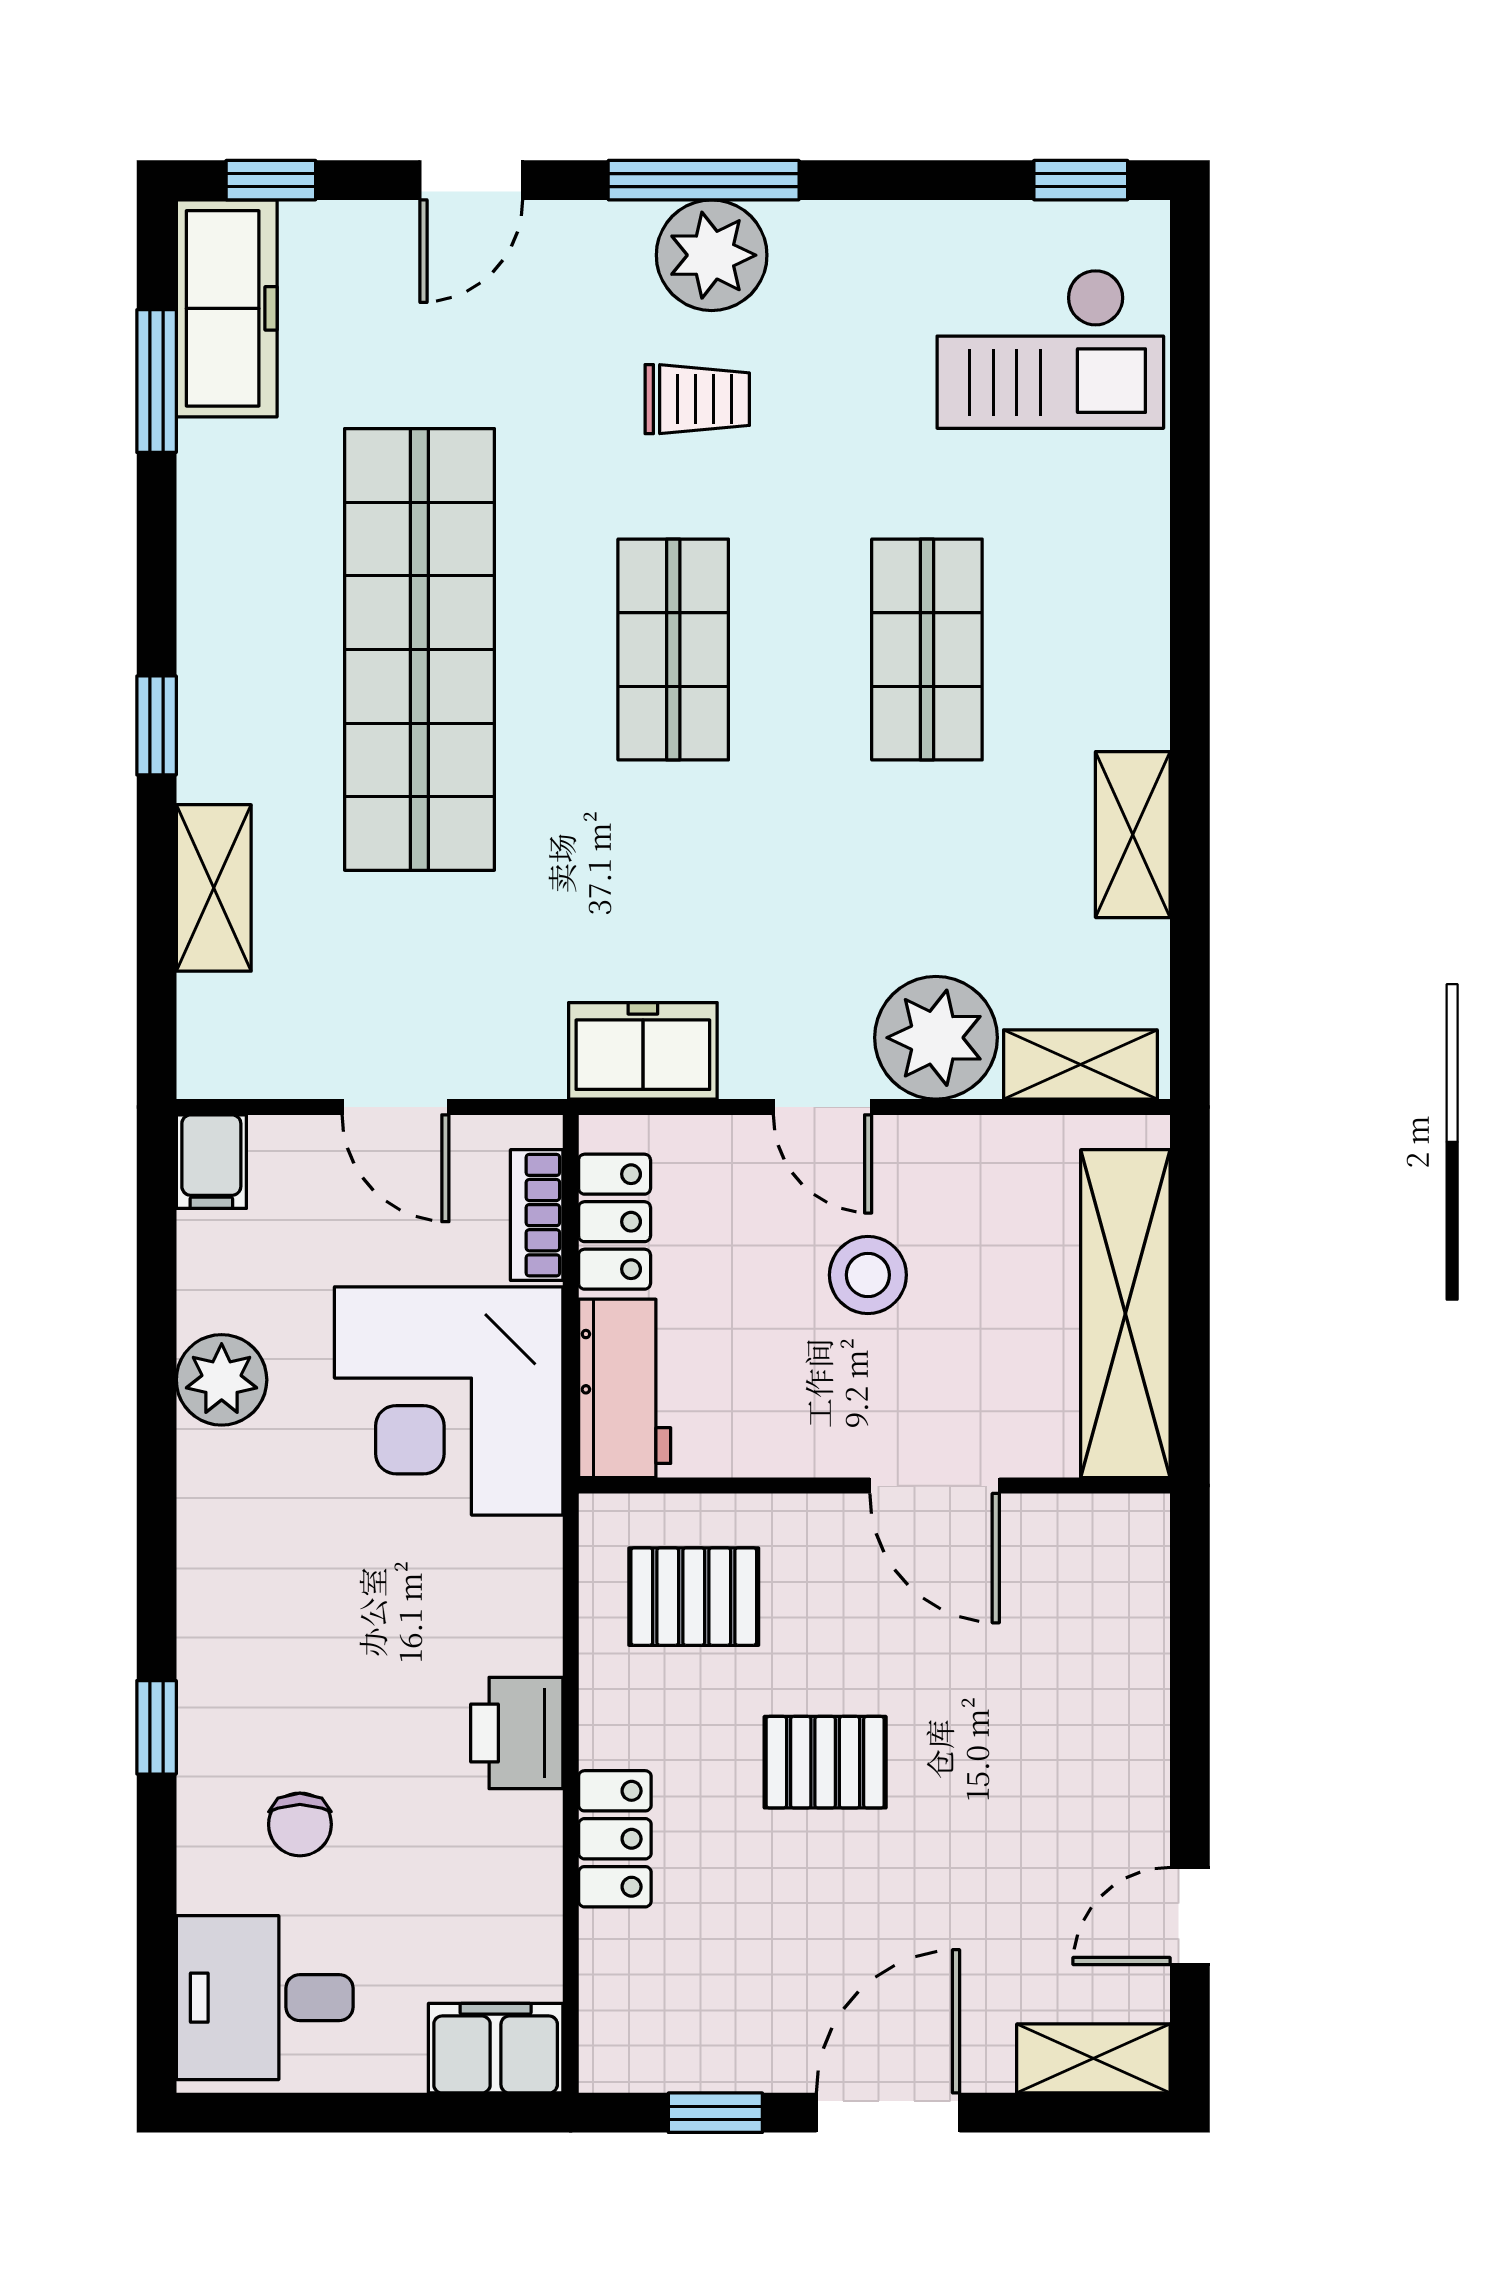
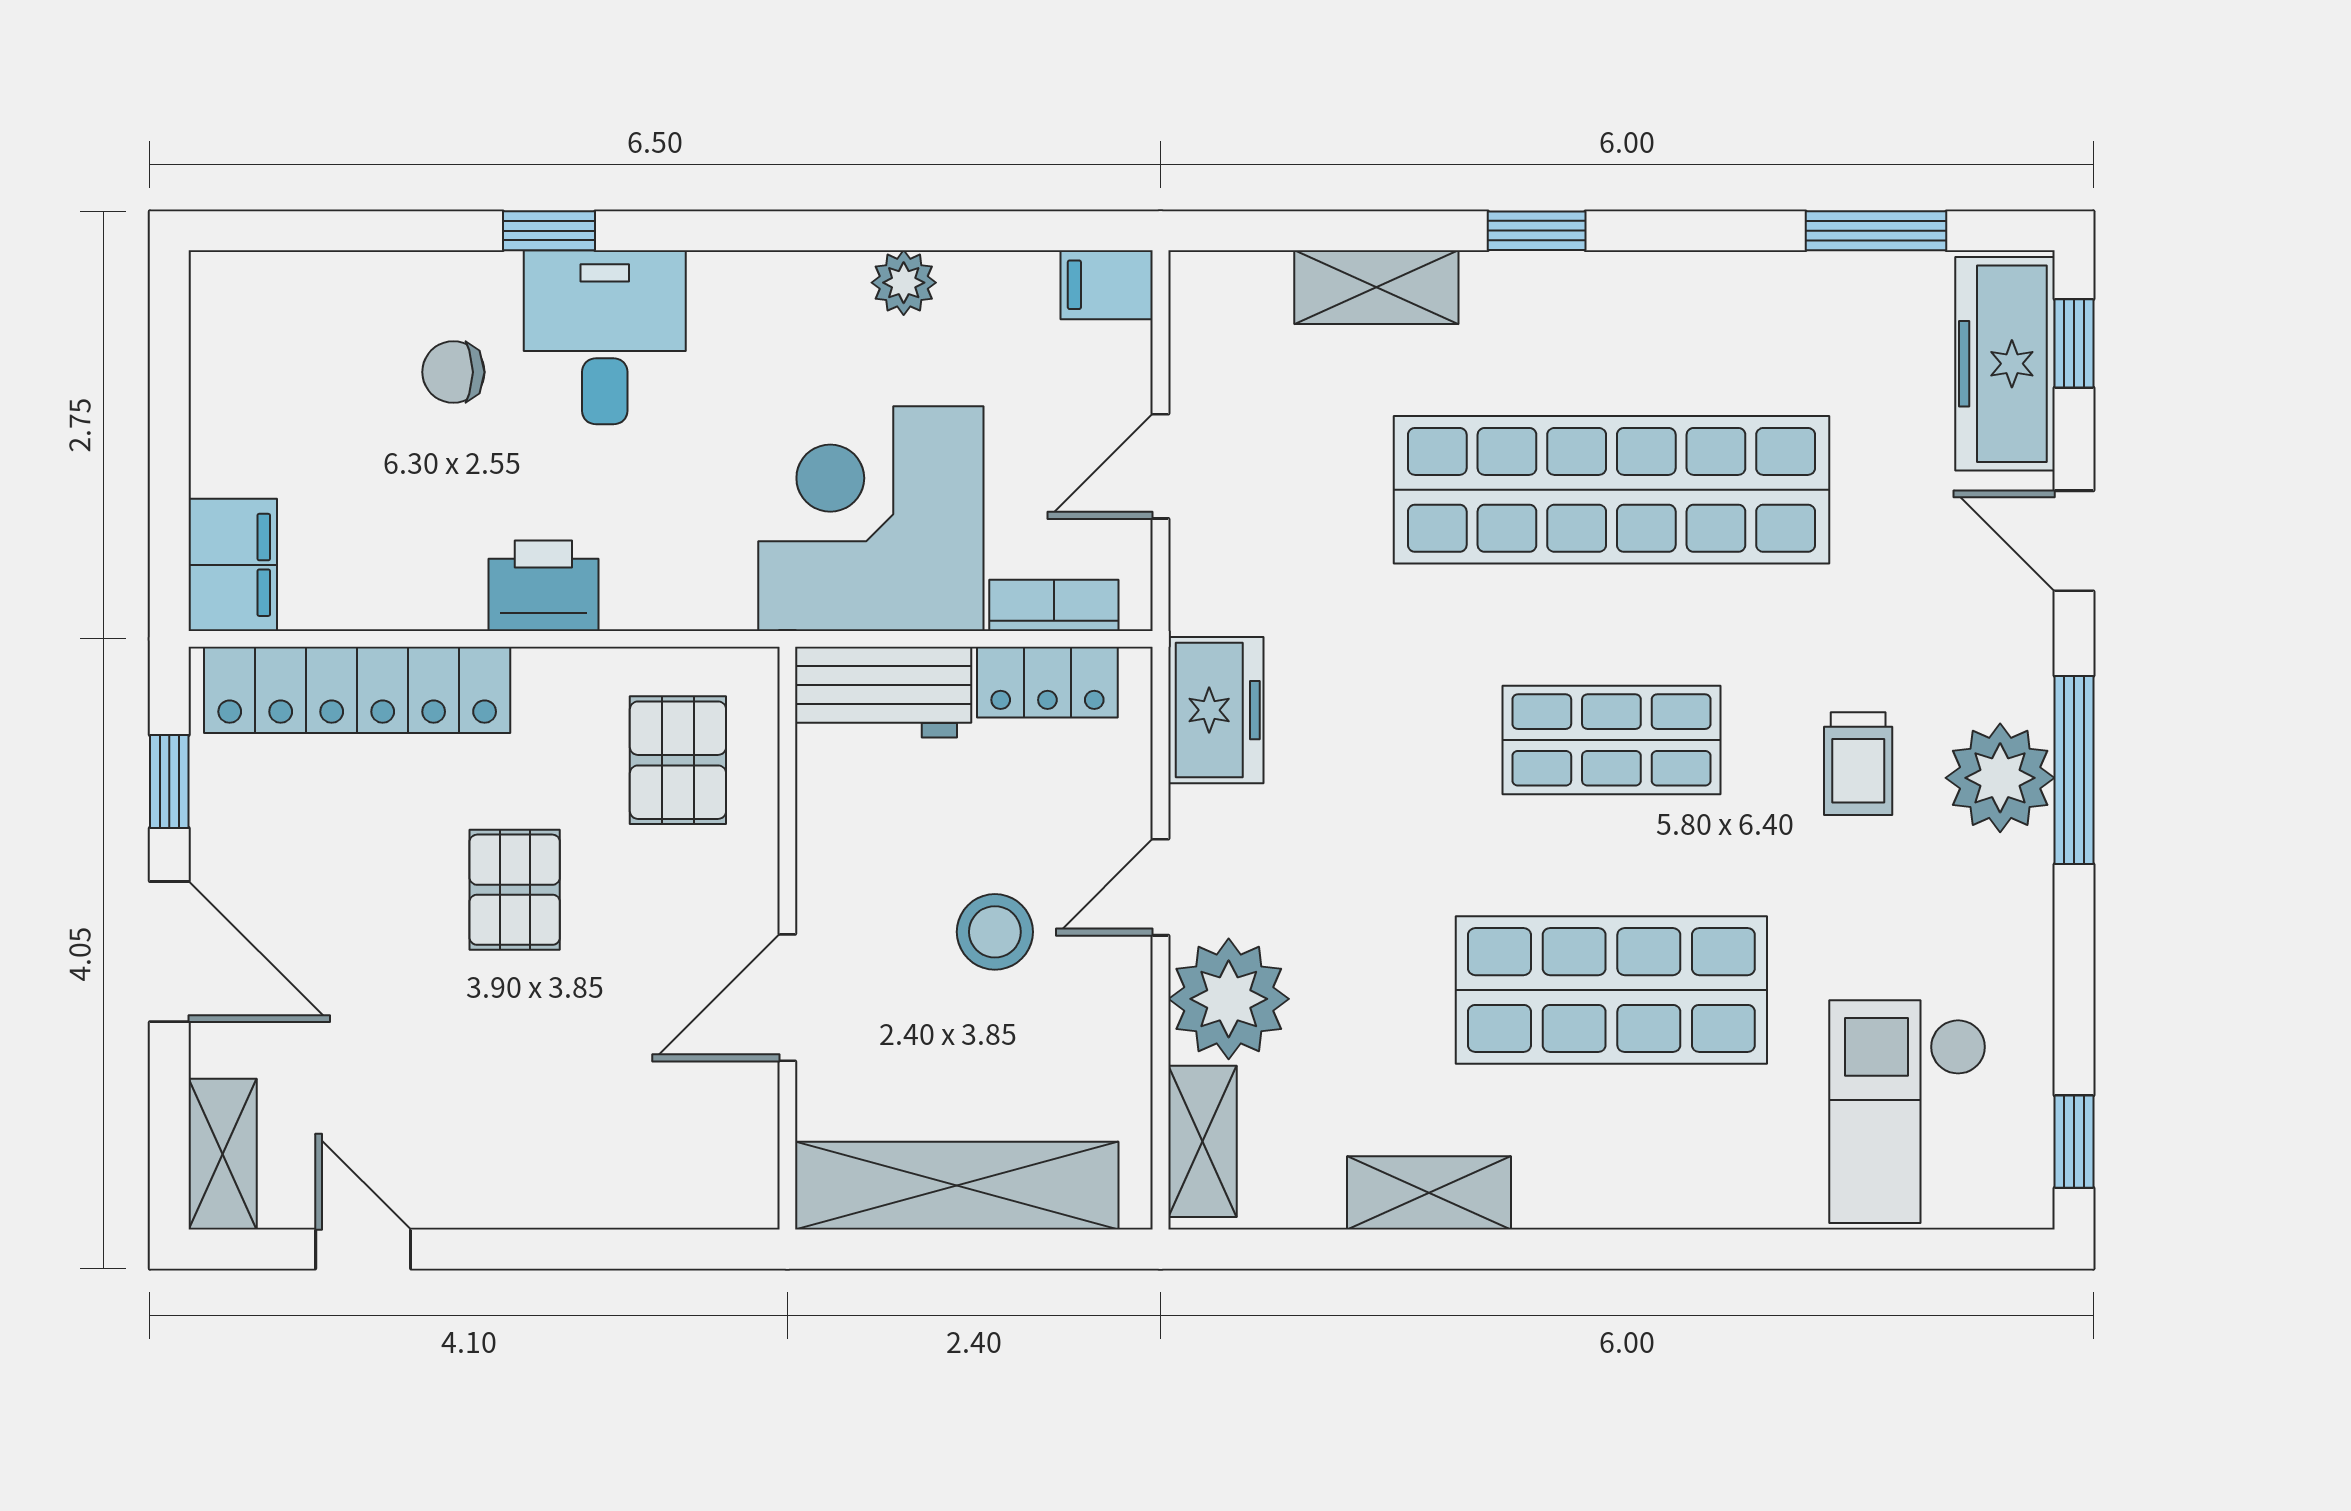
freezer: (227, 308) -> (2005, 364), moved, turned 90
shop shelf: (927, 649) -> (1611, 990), width x1.43, depth x1.36
plant: (222, 1380) -> (904, 283), width x0.73, depth x0.73
locker: (615, 1839) -> (357, 690), width x2.16, depth x1.21
desk: (265, 1998) -> (605, 337), moved

